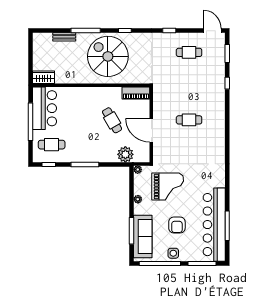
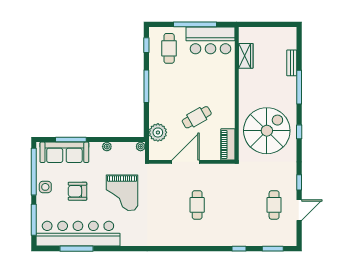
door: (212, 30) -> (299, 210), moved
spiral stairs: (108, 56) -> (267, 131), moved
wardrobe: (44, 77) -> (246, 56), moved
grand piano: (168, 187) -> (122, 193), moved

